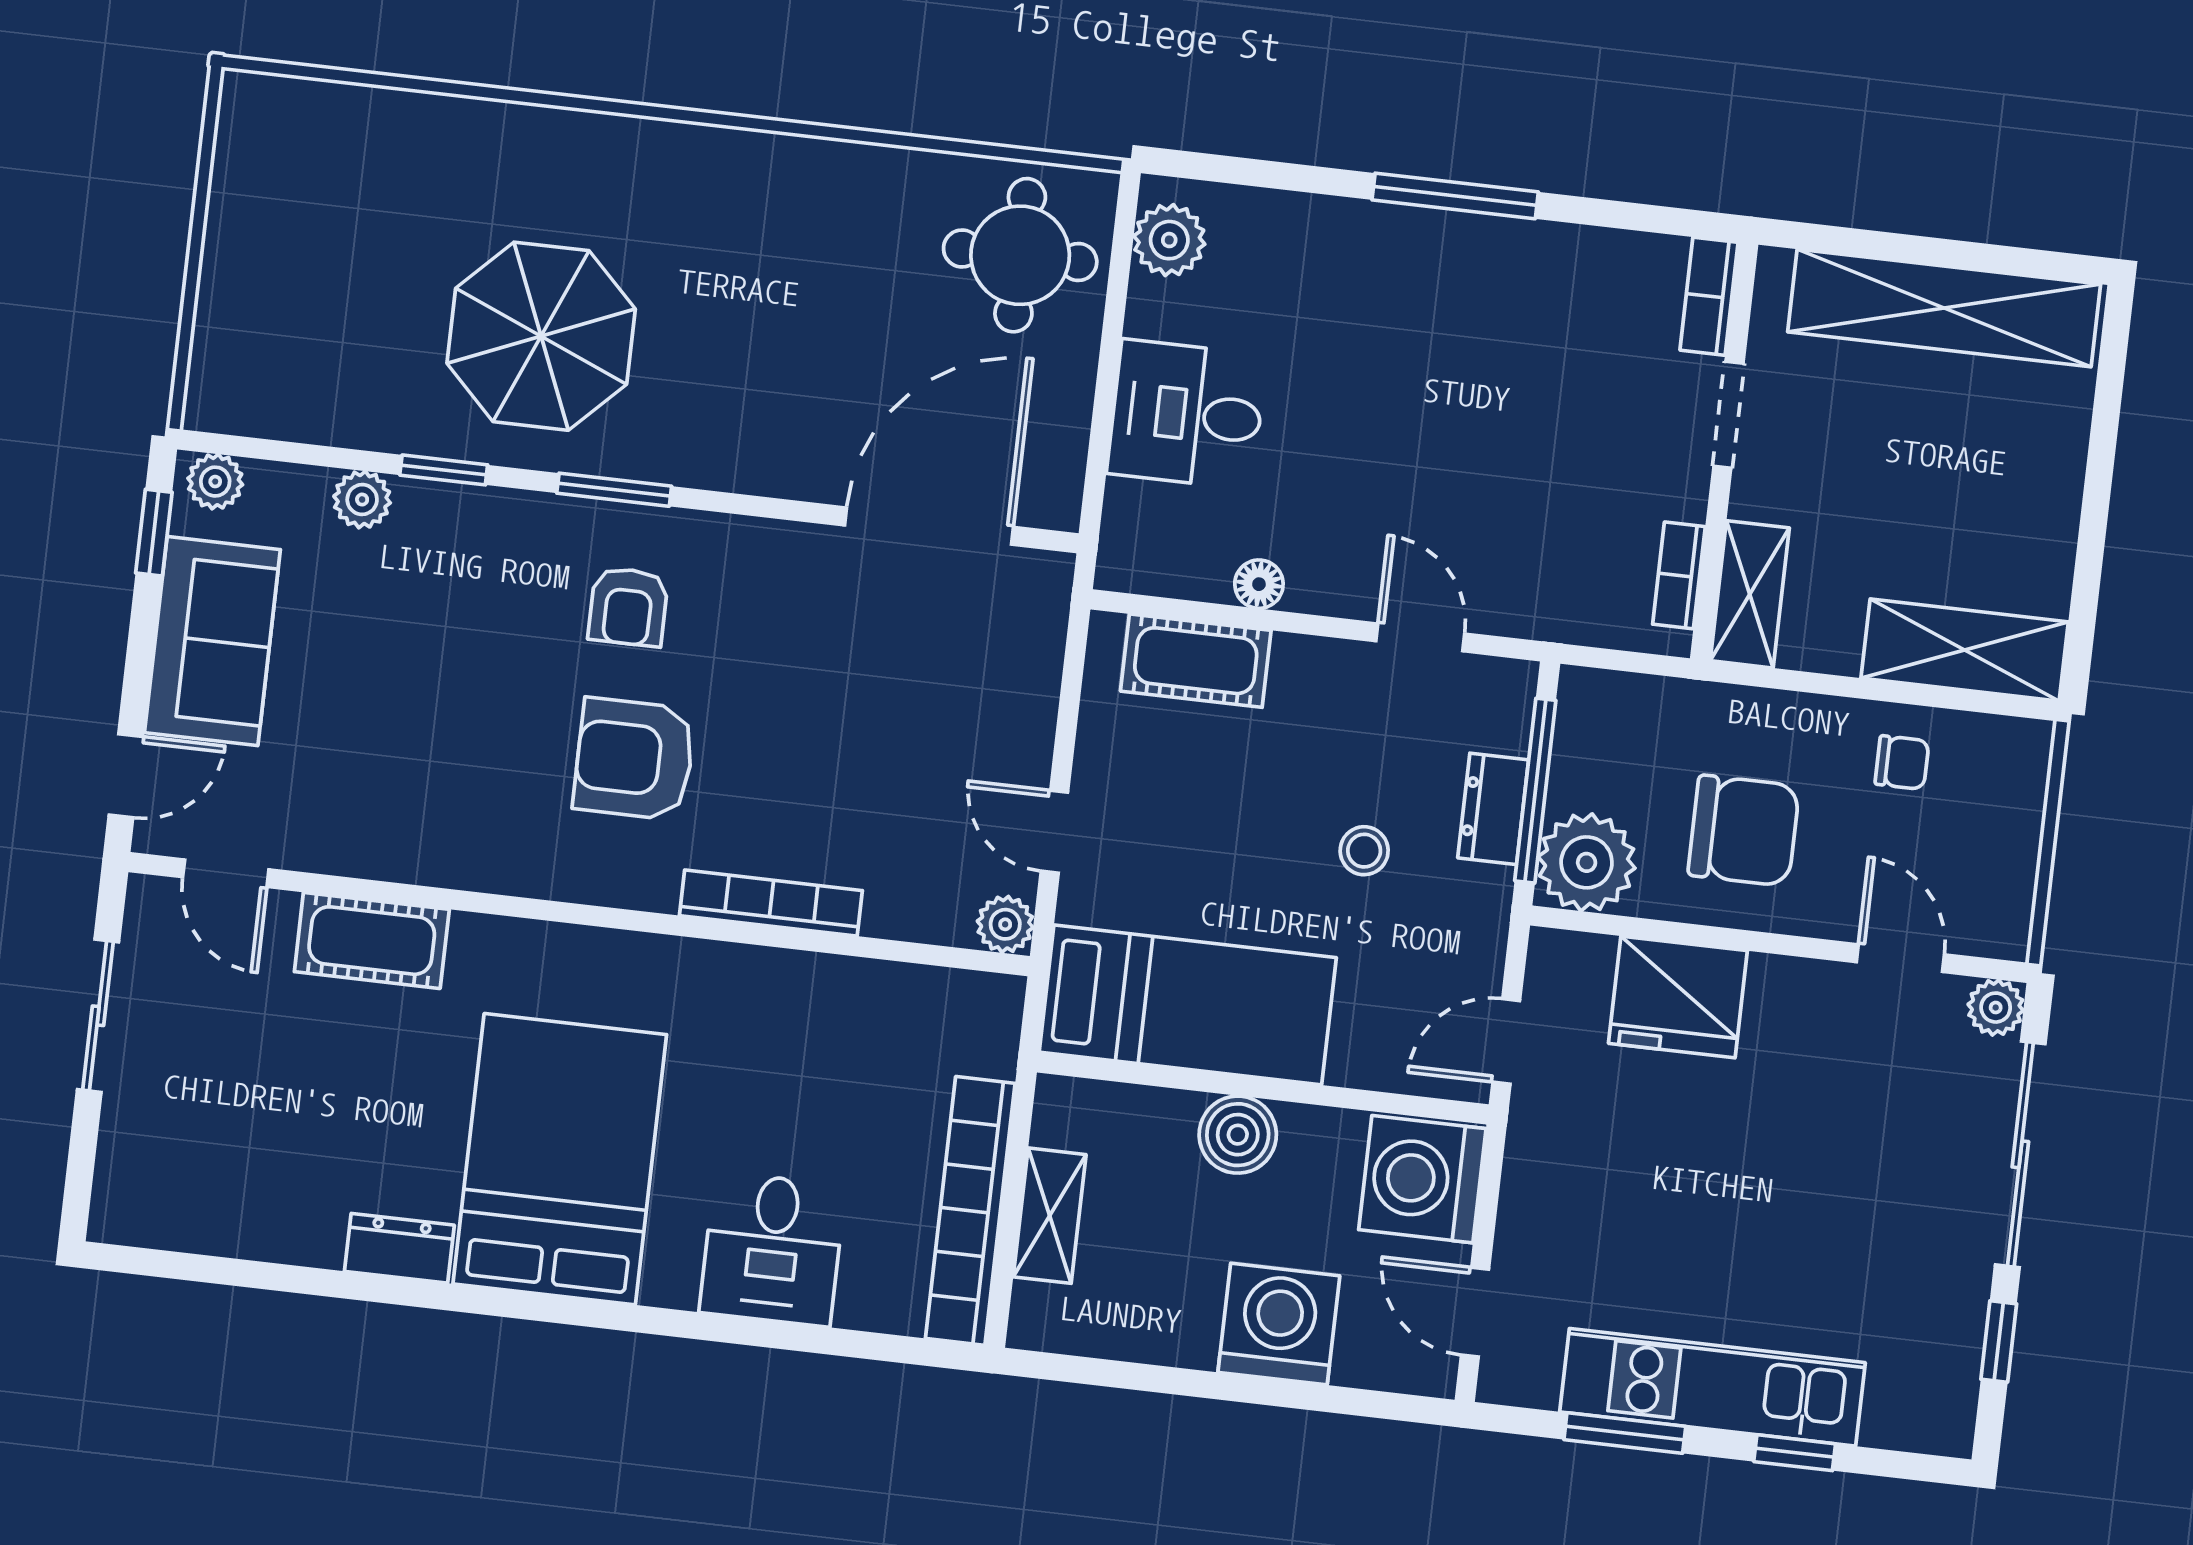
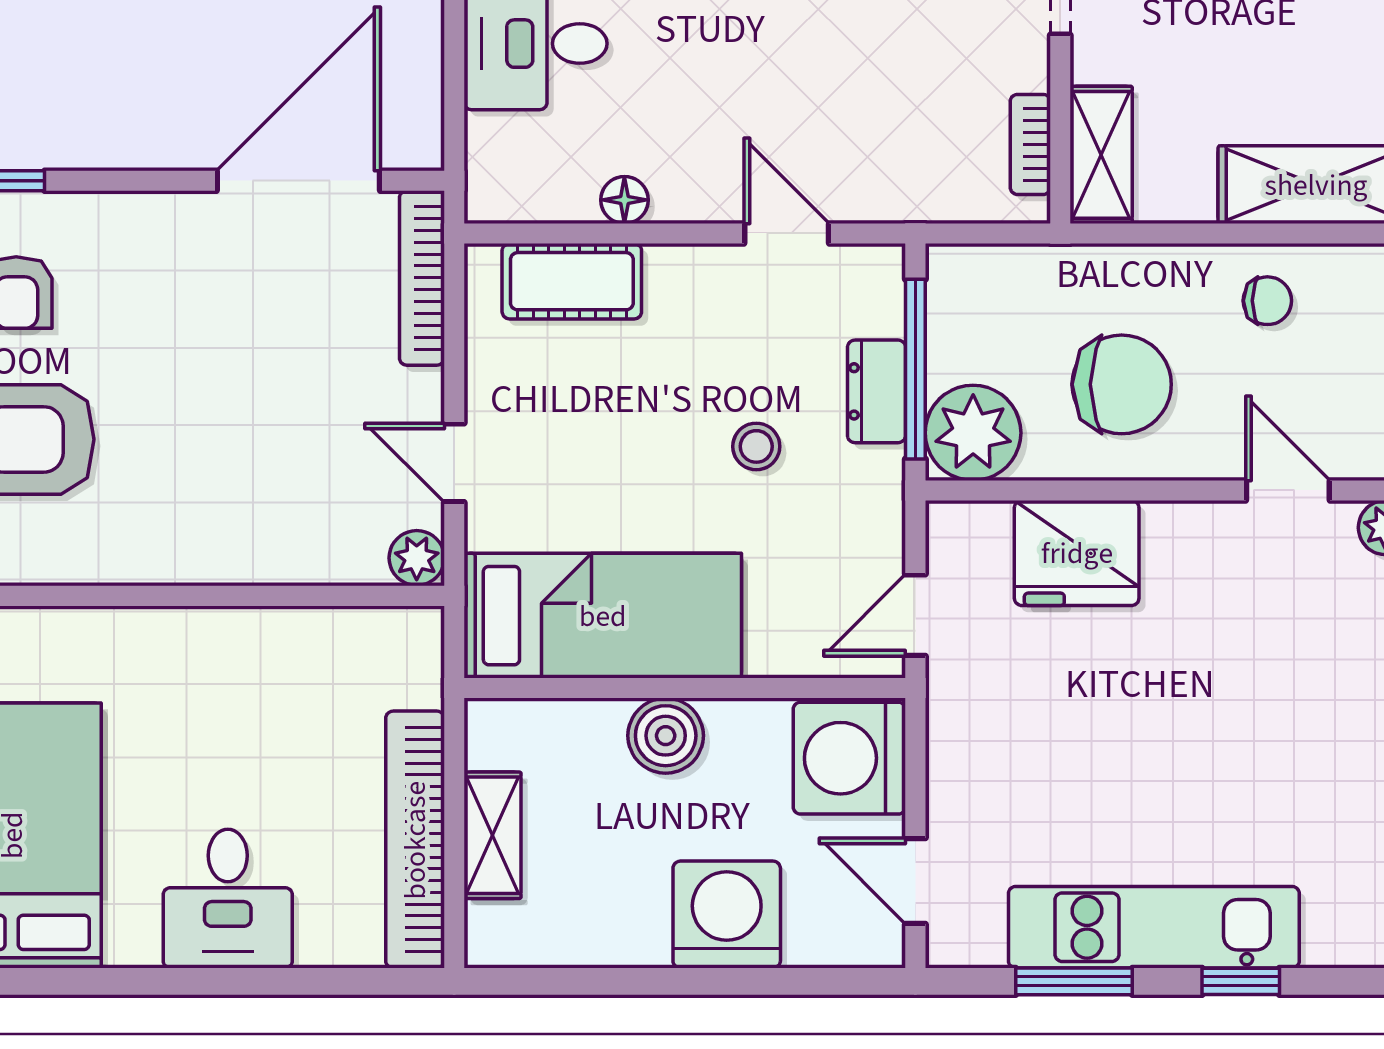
bookcase: (771, 903) -> (422, 278), moved, turned -90

